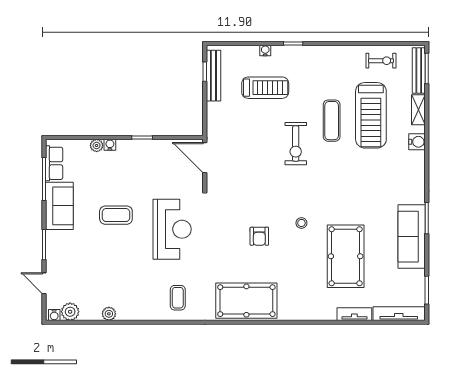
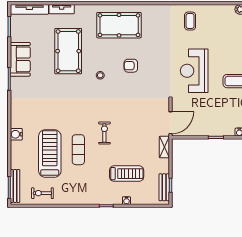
bench: (213, 76) -> (164, 187), width x0.73
treadmill: (265, 88) -> (127, 174), turned 180
shelving: (418, 110) -> (164, 147), moved
exercise bike: (296, 144) -> (104, 133), width x0.73, depth x0.72
door: (205, 158) -> (171, 123), hinge flipped
armchair: (259, 236) -> (131, 66), turned -90
sofa: (412, 237) -> (20, 59), width x0.73
pool table: (246, 301) -> (119, 25), moved

